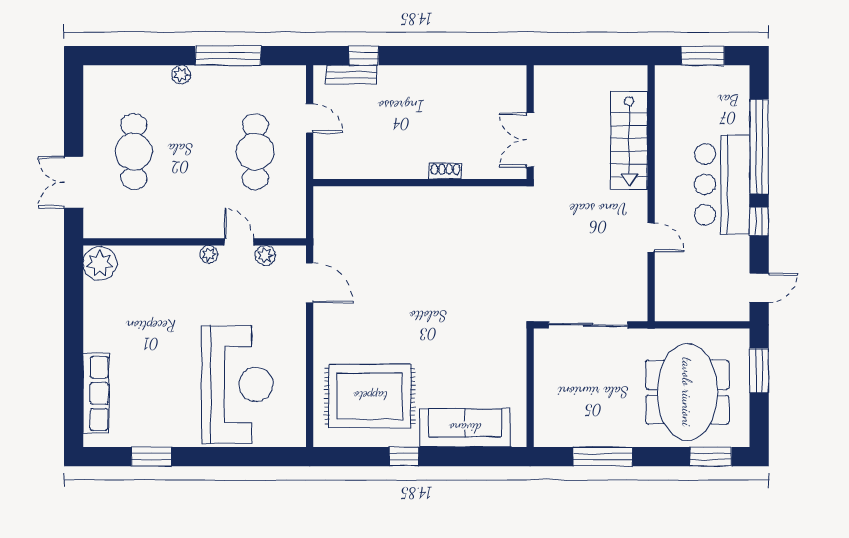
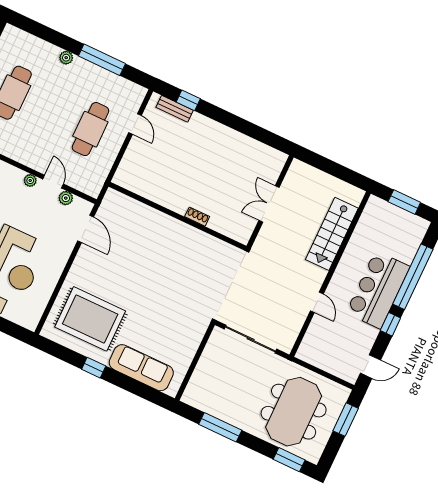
shoe rack: (445, 171) -> (197, 217), moved
wall: (420, 183) -> (178, 216), moved

